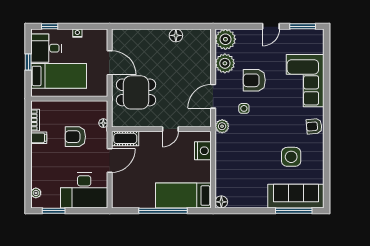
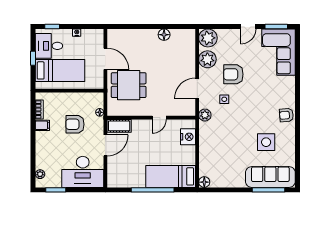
corner sofa: (305, 81) -> (279, 52), moved

